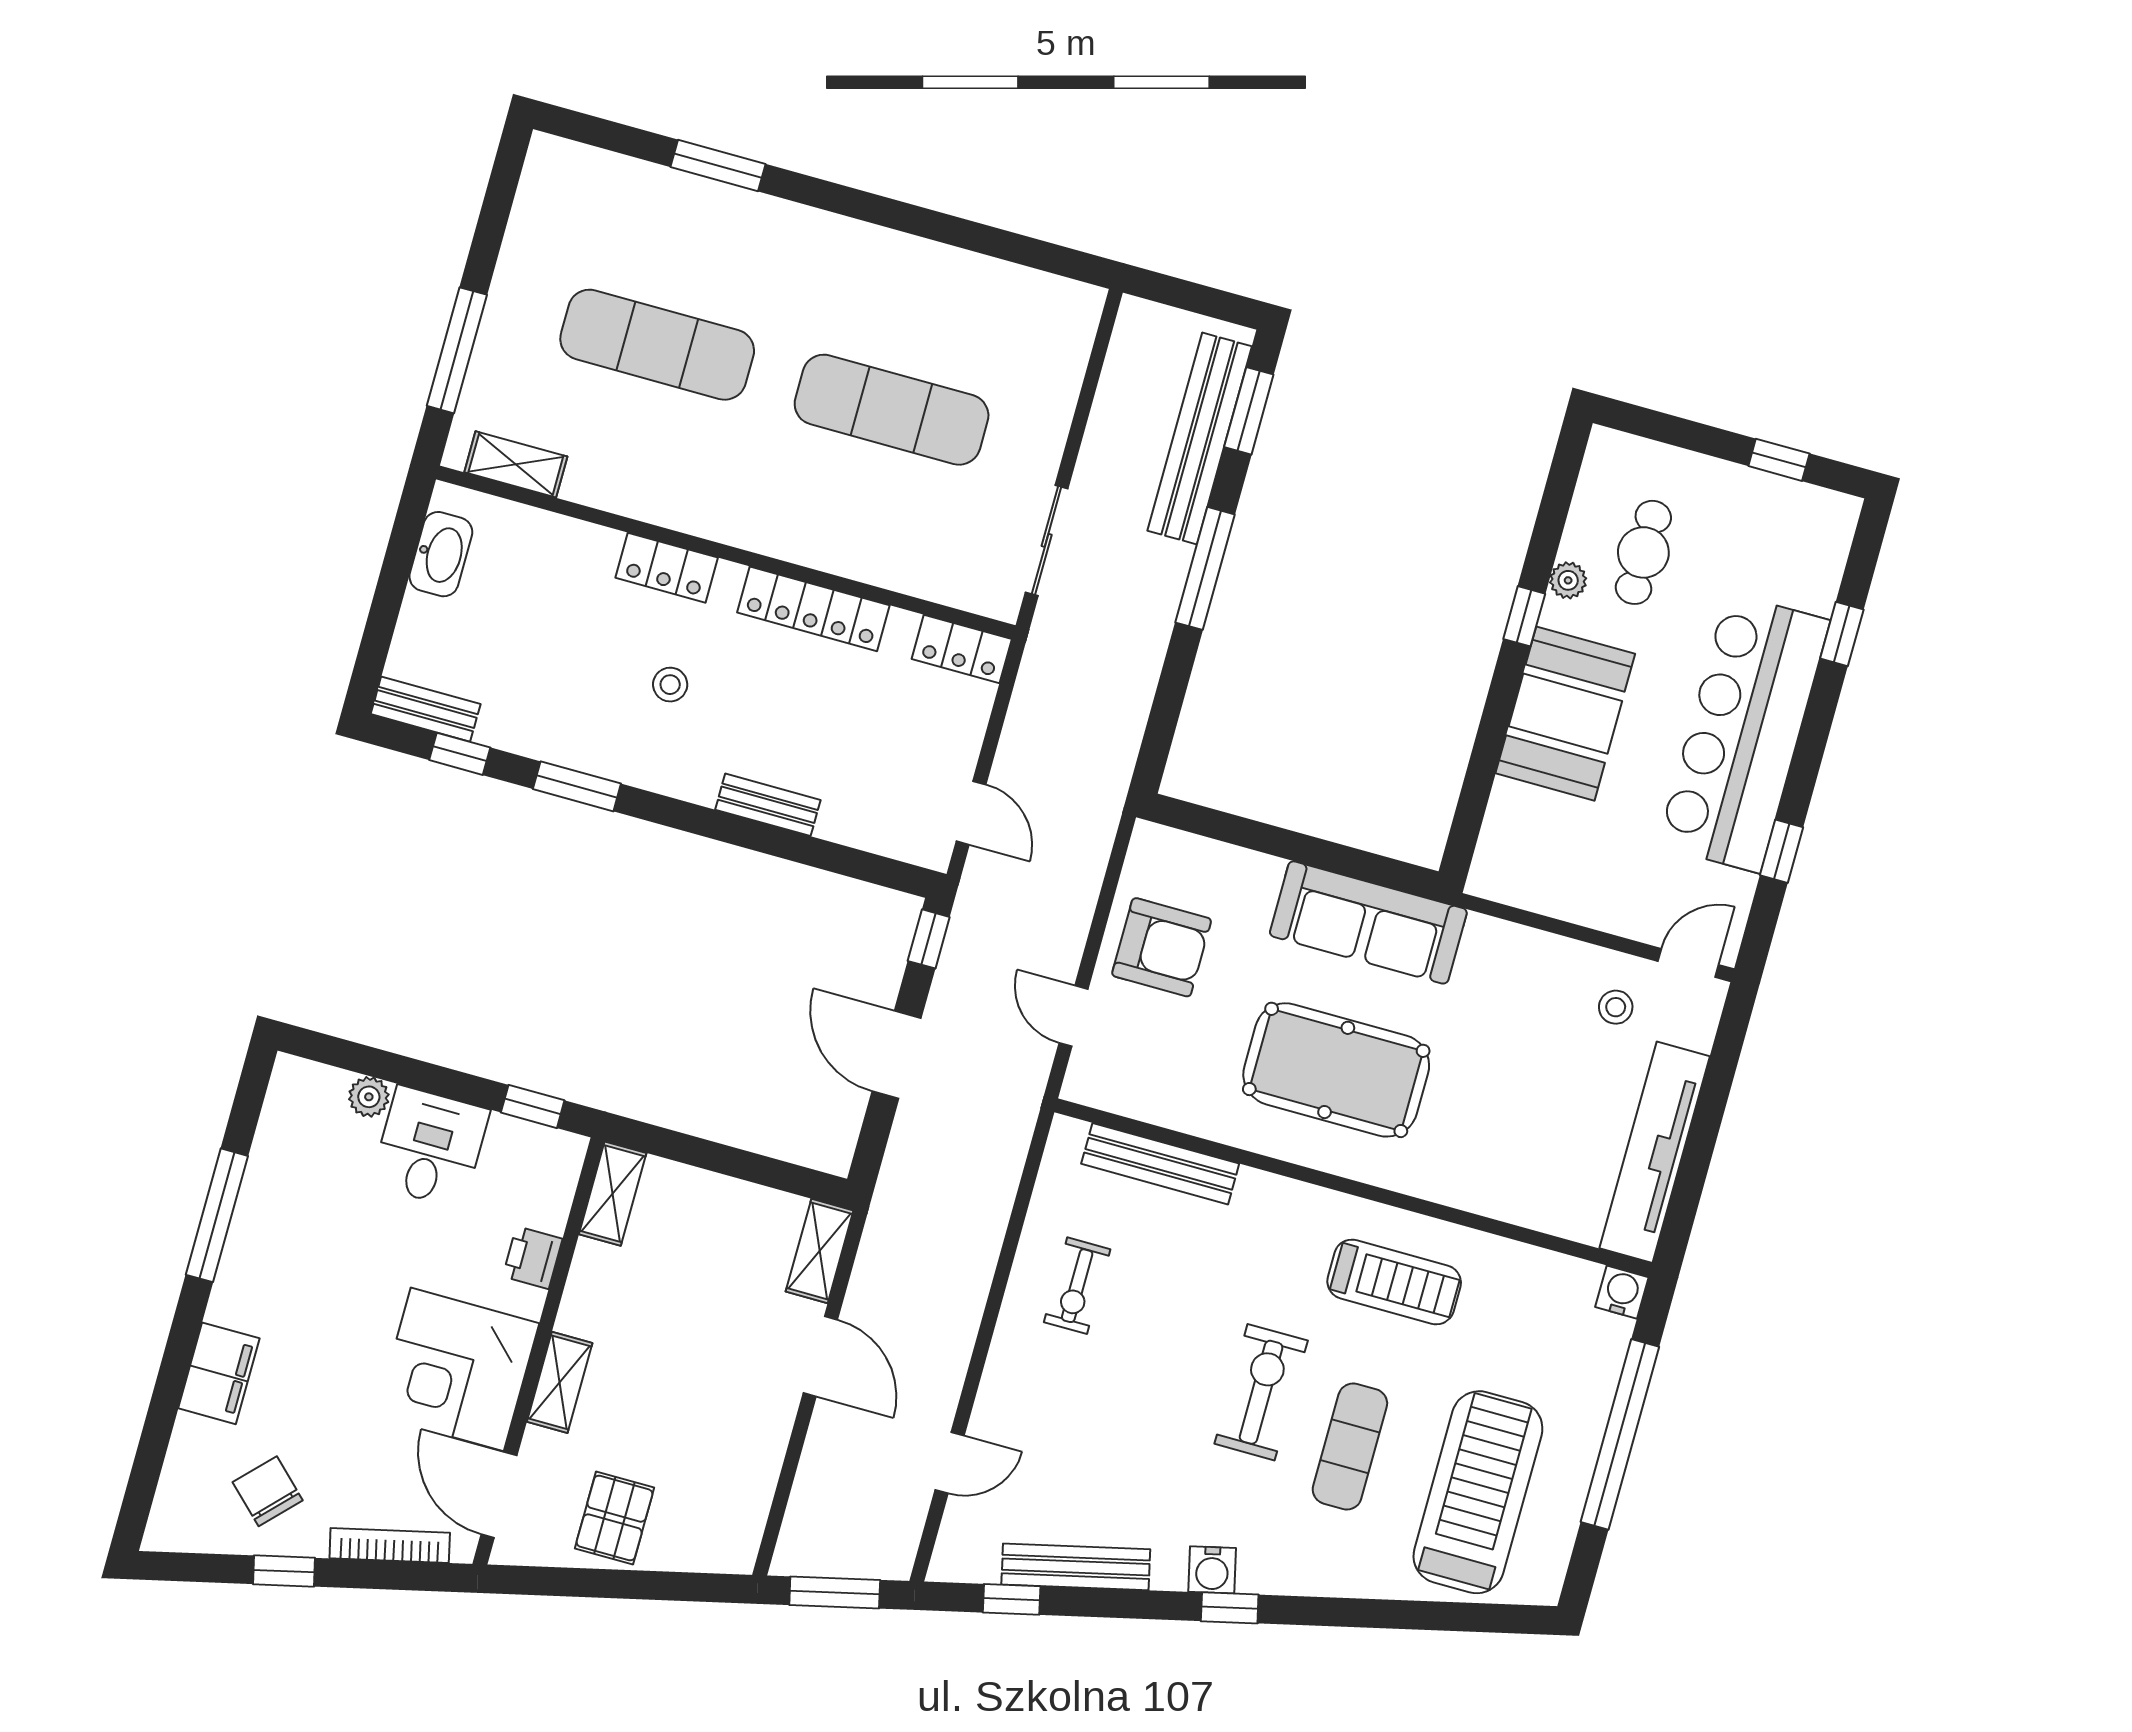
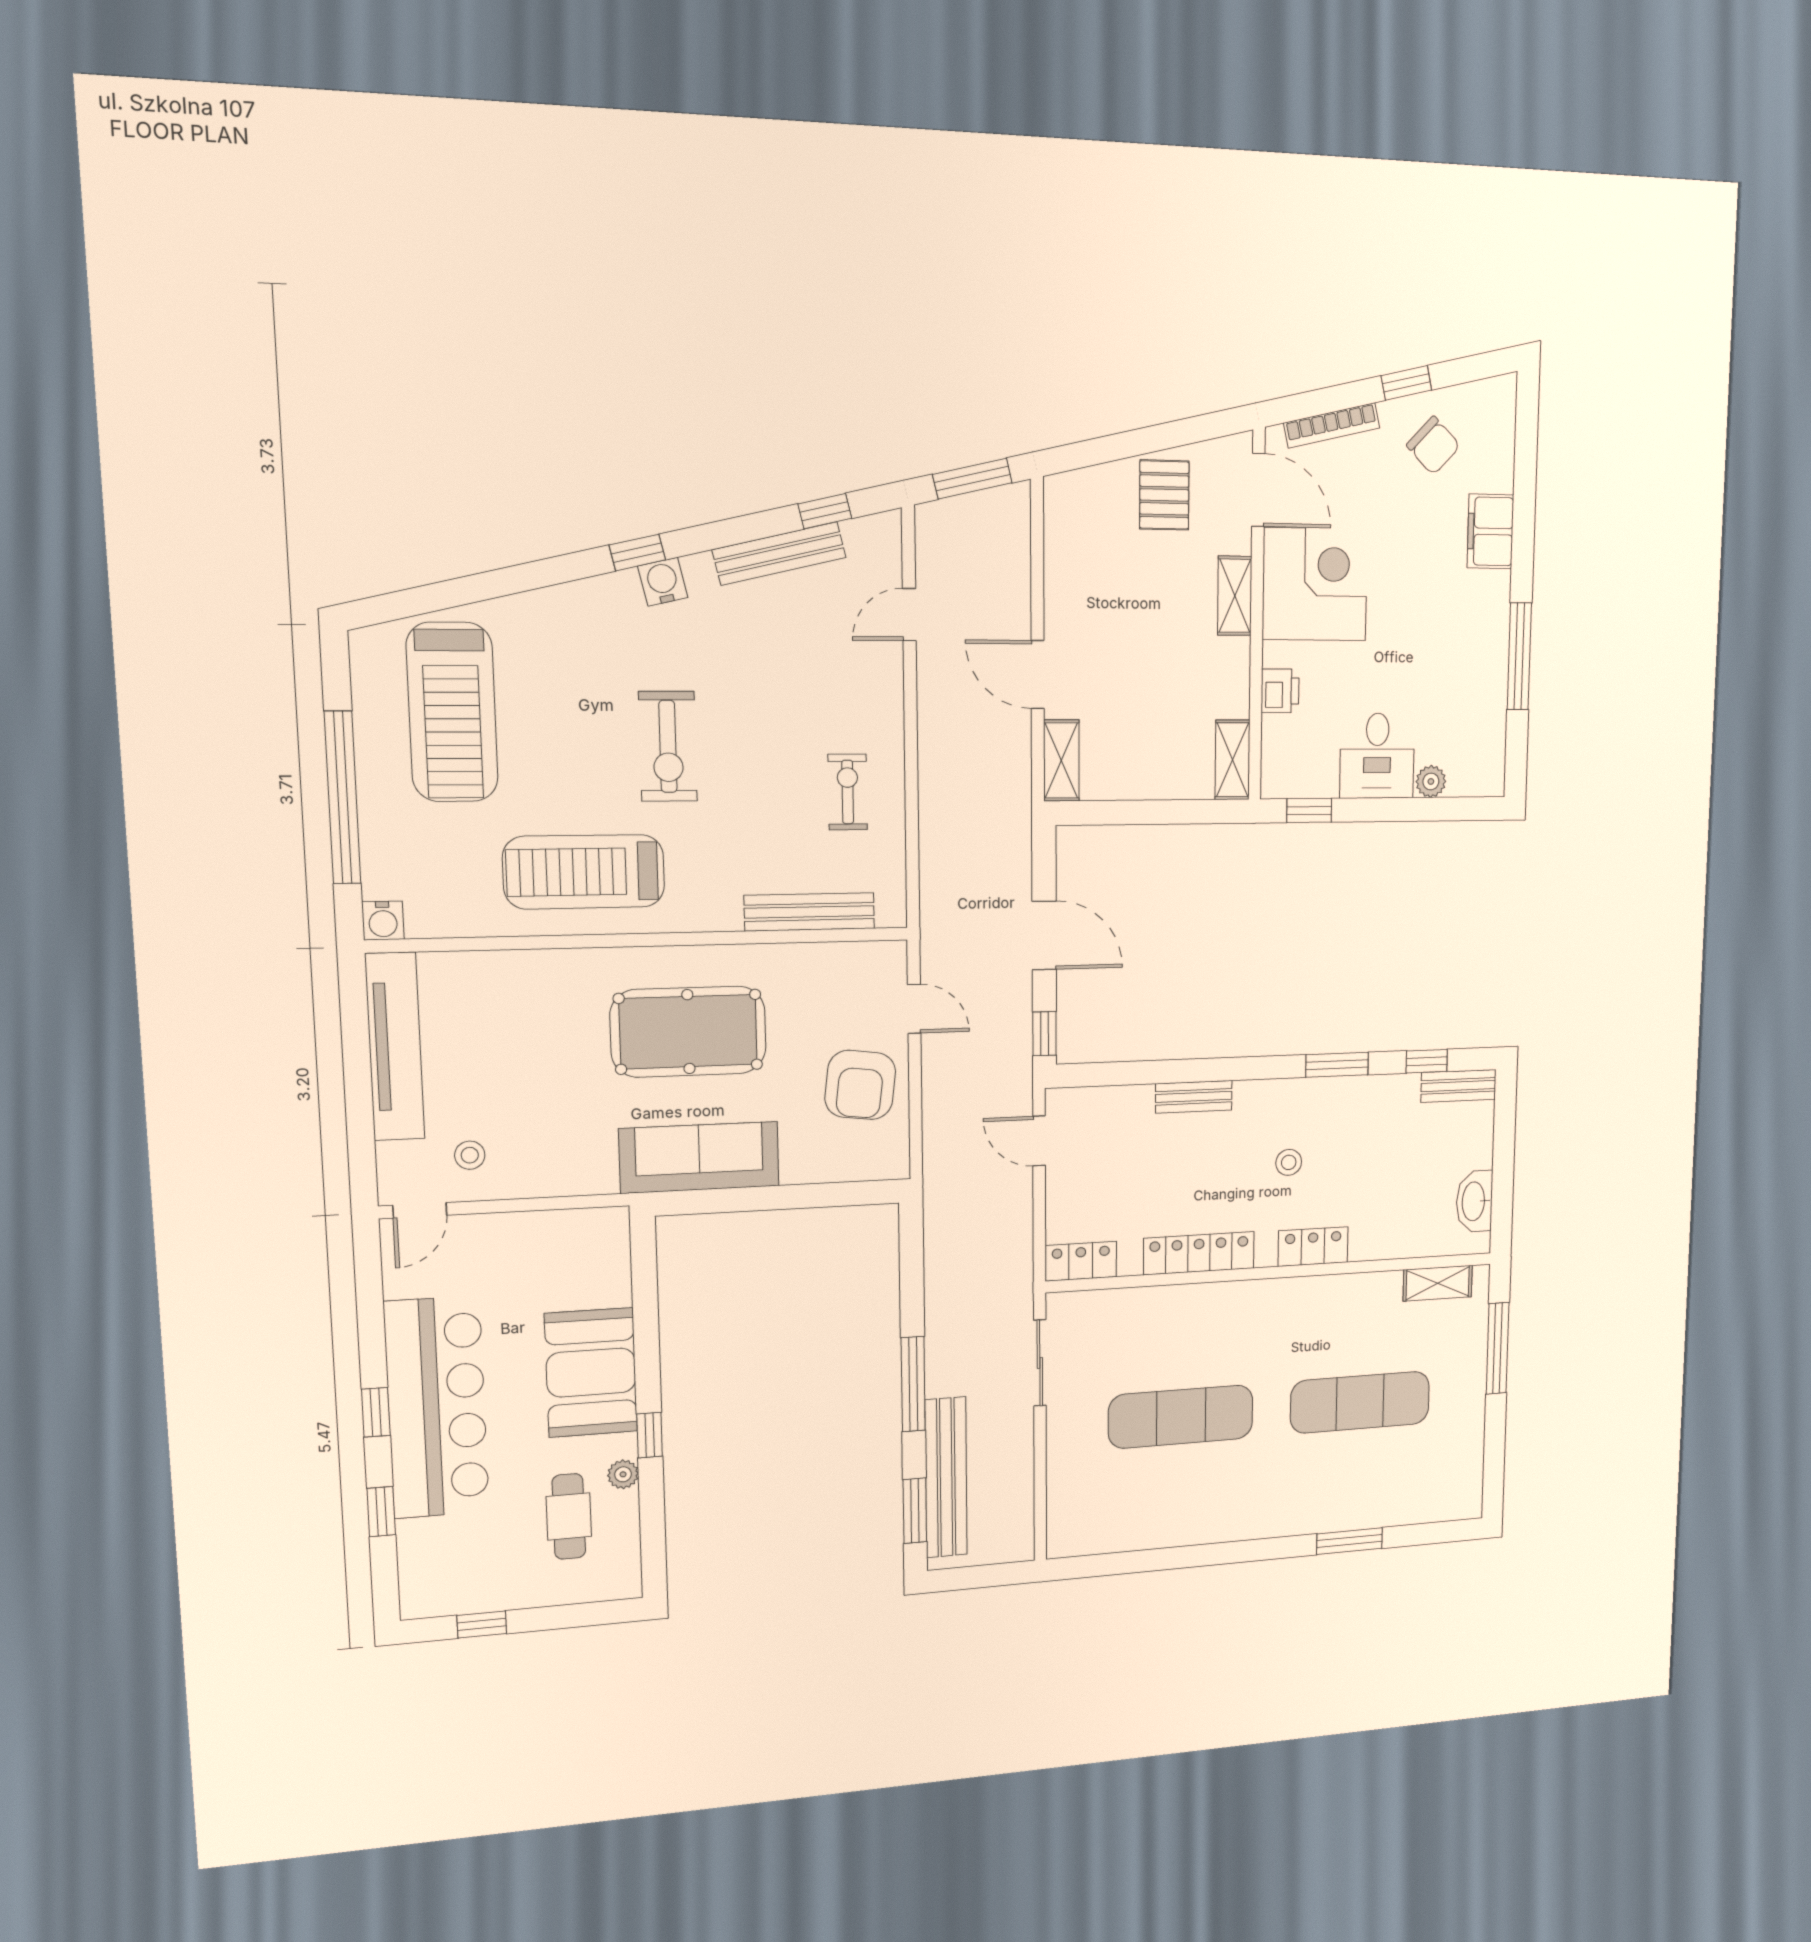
window: (1782, 851) -> (376, 1412), moved
armchair: (1162, 947) -> (860, 1085), turned -83
treadmill: (1394, 1282) -> (584, 872), width x1.37, depth x1.38
exercise mat: (1350, 1446) -> (577, 721), removed

